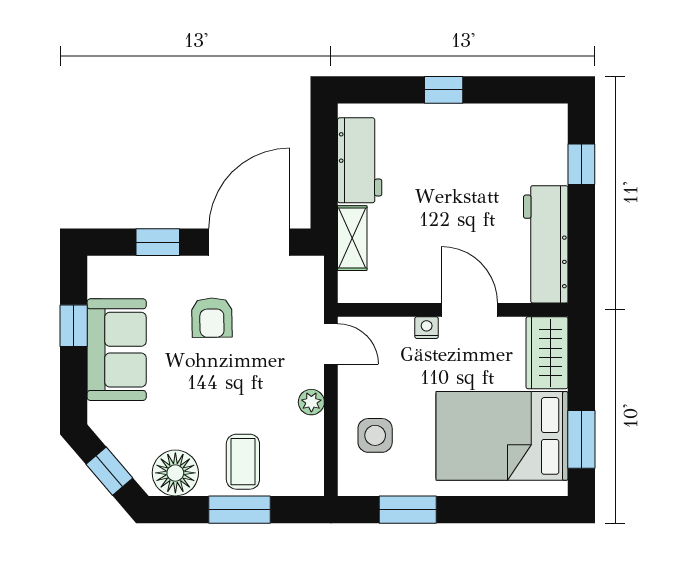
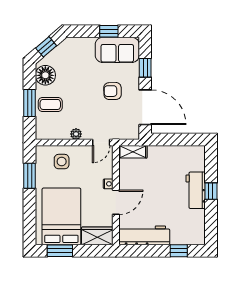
workbench: (360, 160) -> (196, 190), moved, turned 90
shelving: (352, 238) -> (133, 152), moved
sofa: (117, 350) -> (117, 50), moved

